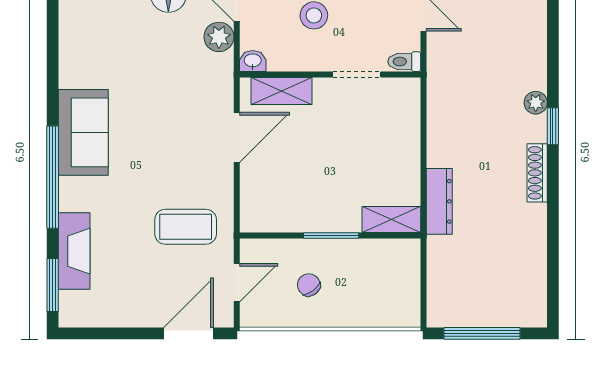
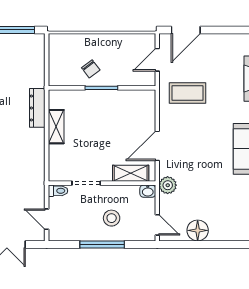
plant: (219, 37) -> (168, 185), moved
shelving: (391, 219) -> (56, 127), moved, turned 90
chair: (309, 285) -> (91, 69), moved

